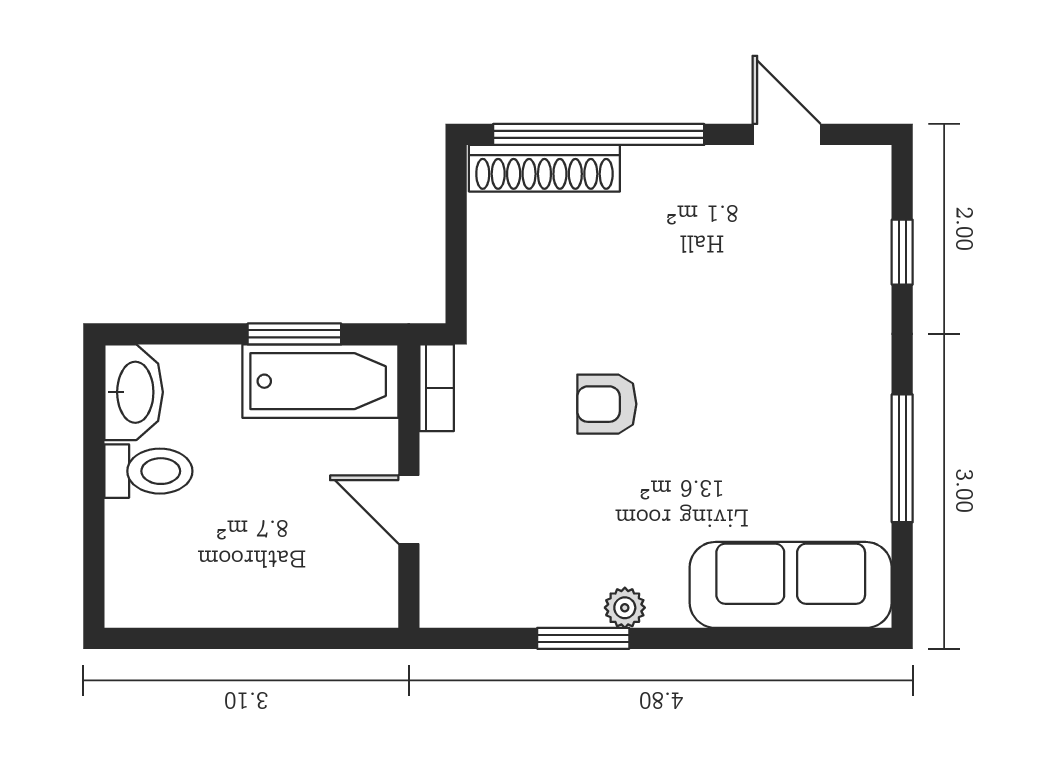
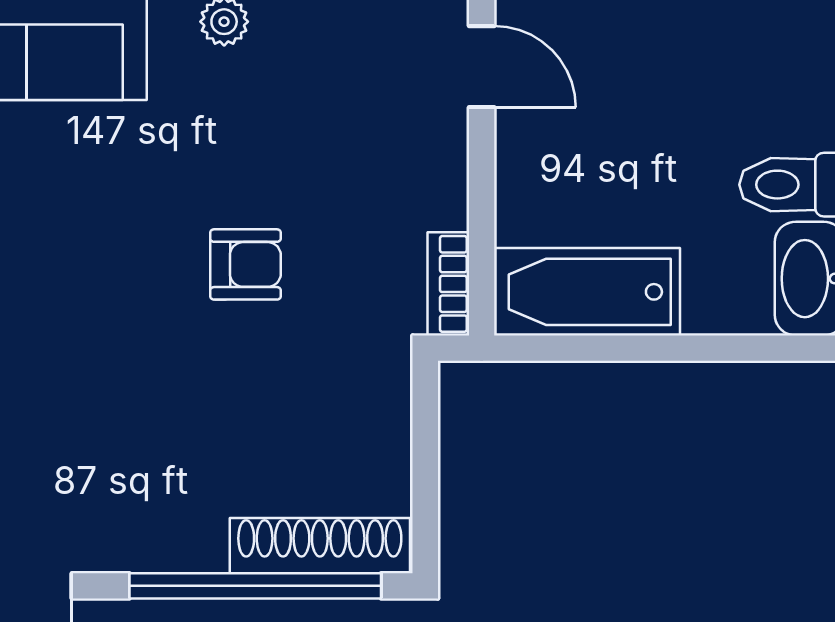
window: (294, 334) -> (618, 348), removed
door: (409, 510) -> (482, 67), moved

